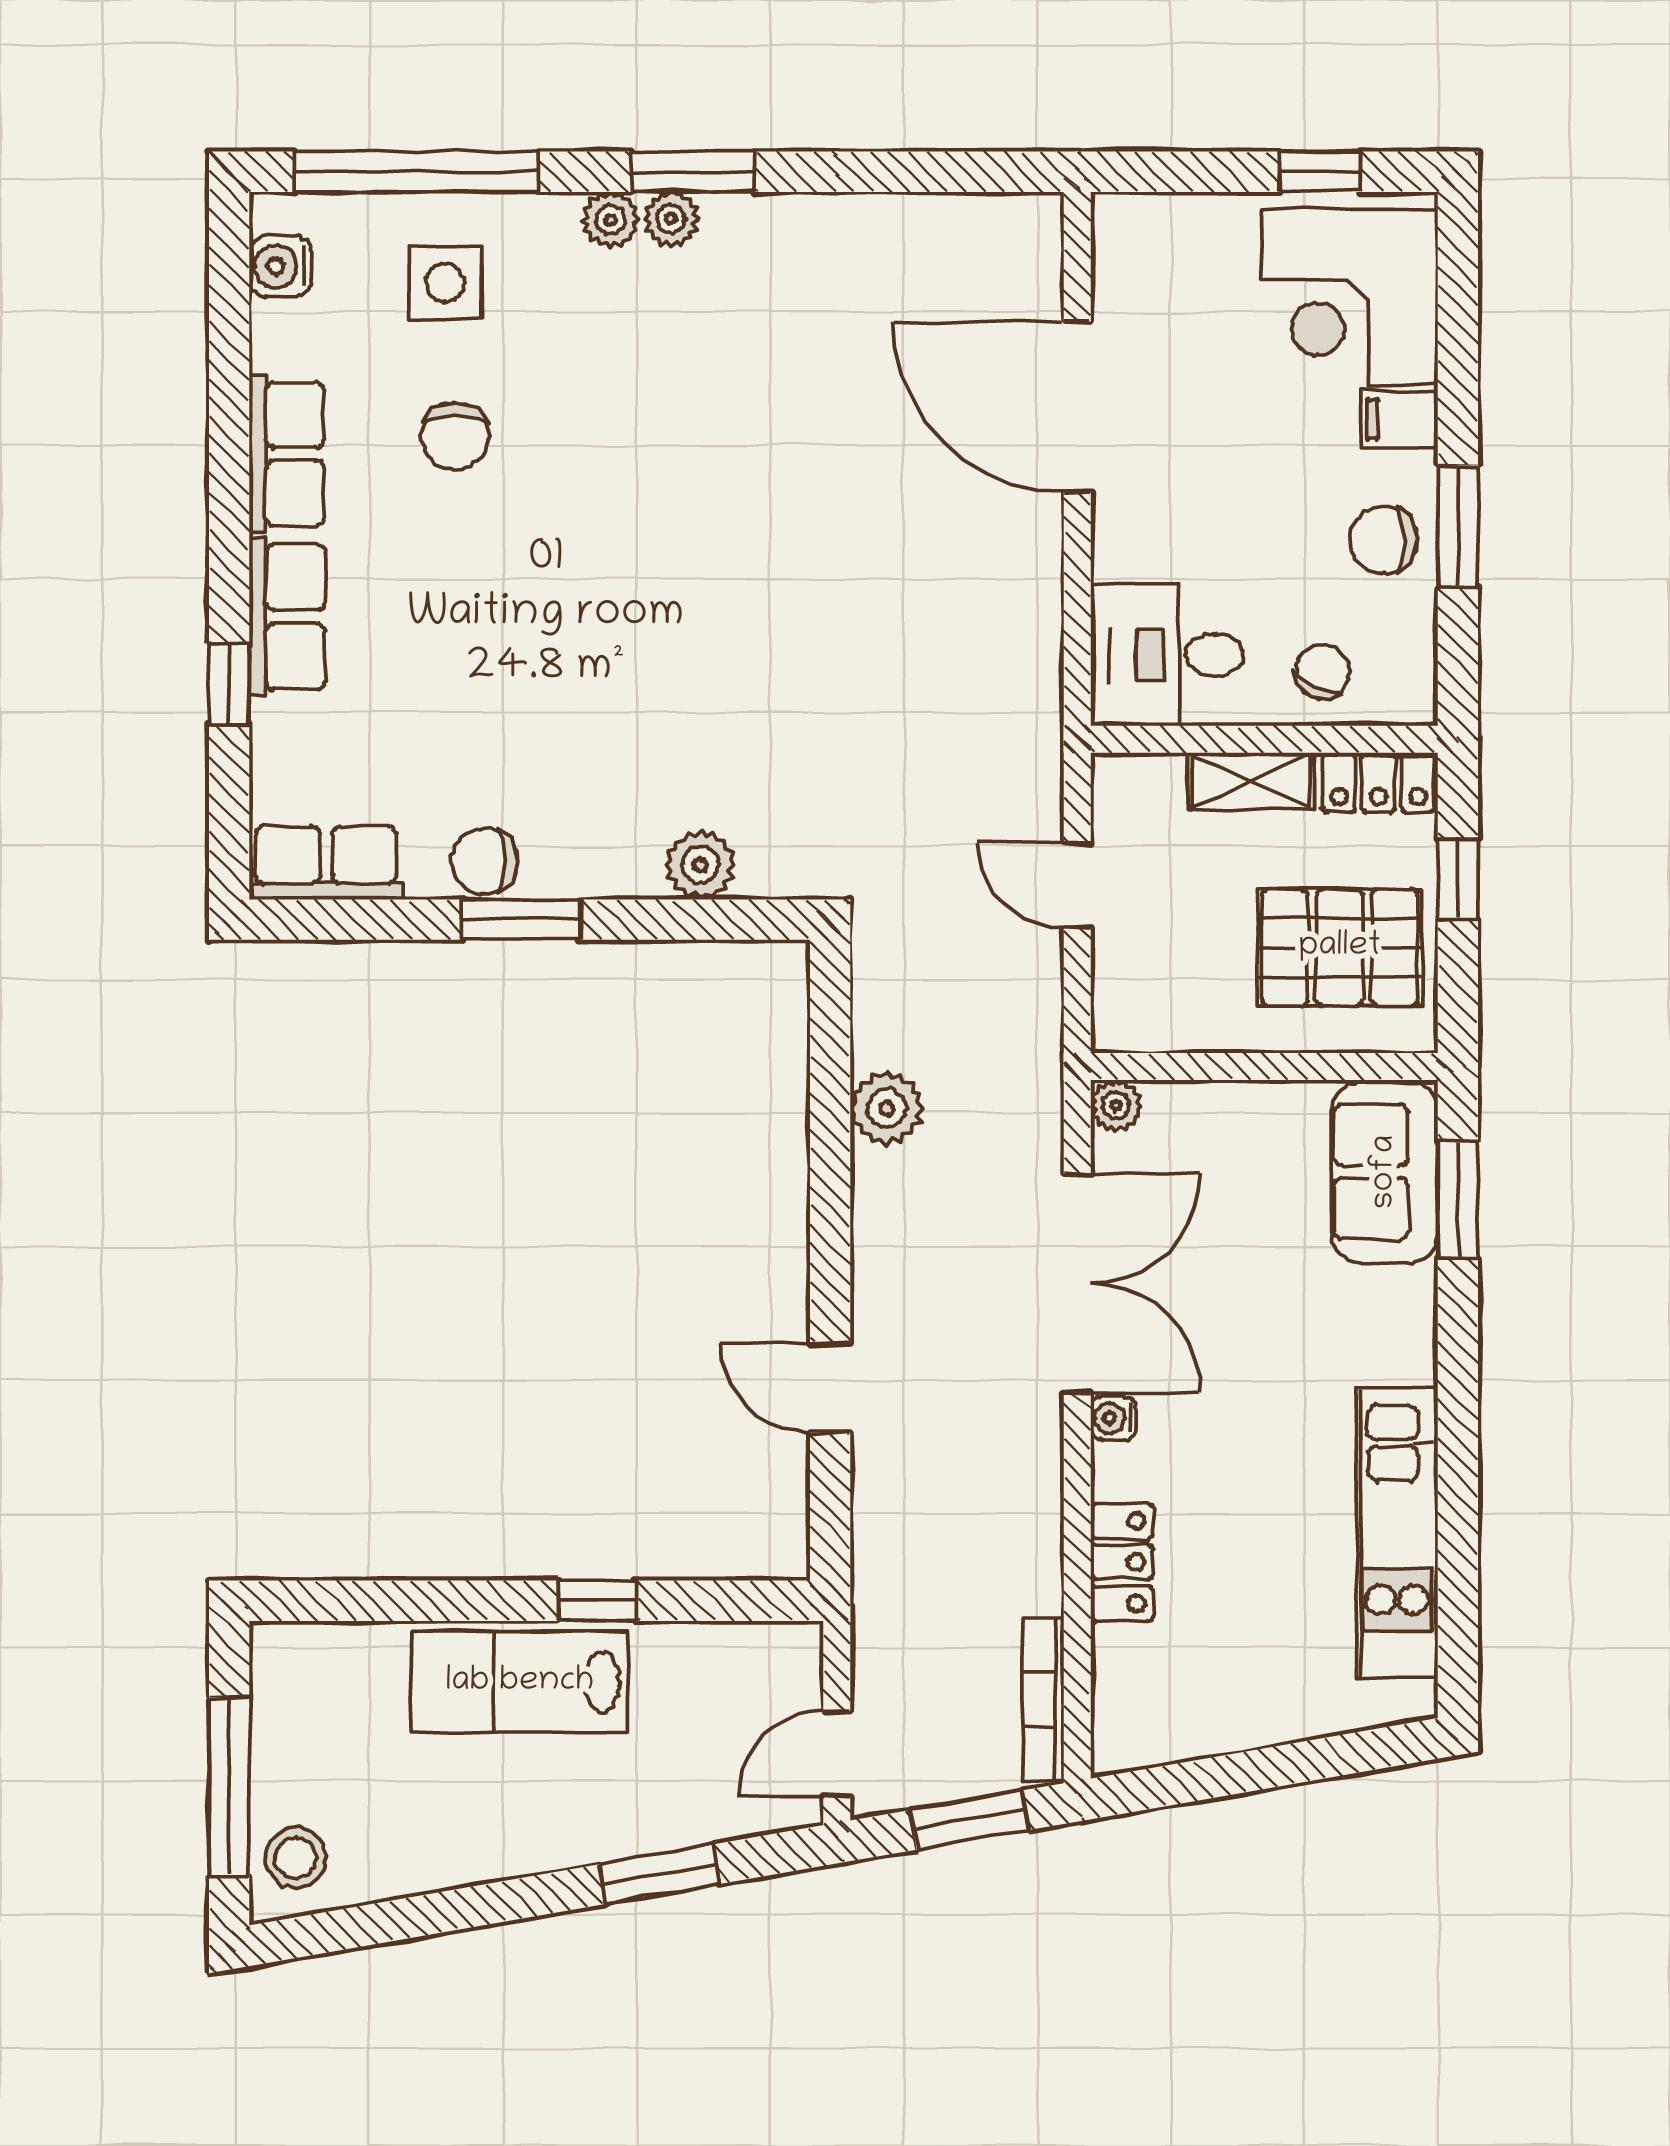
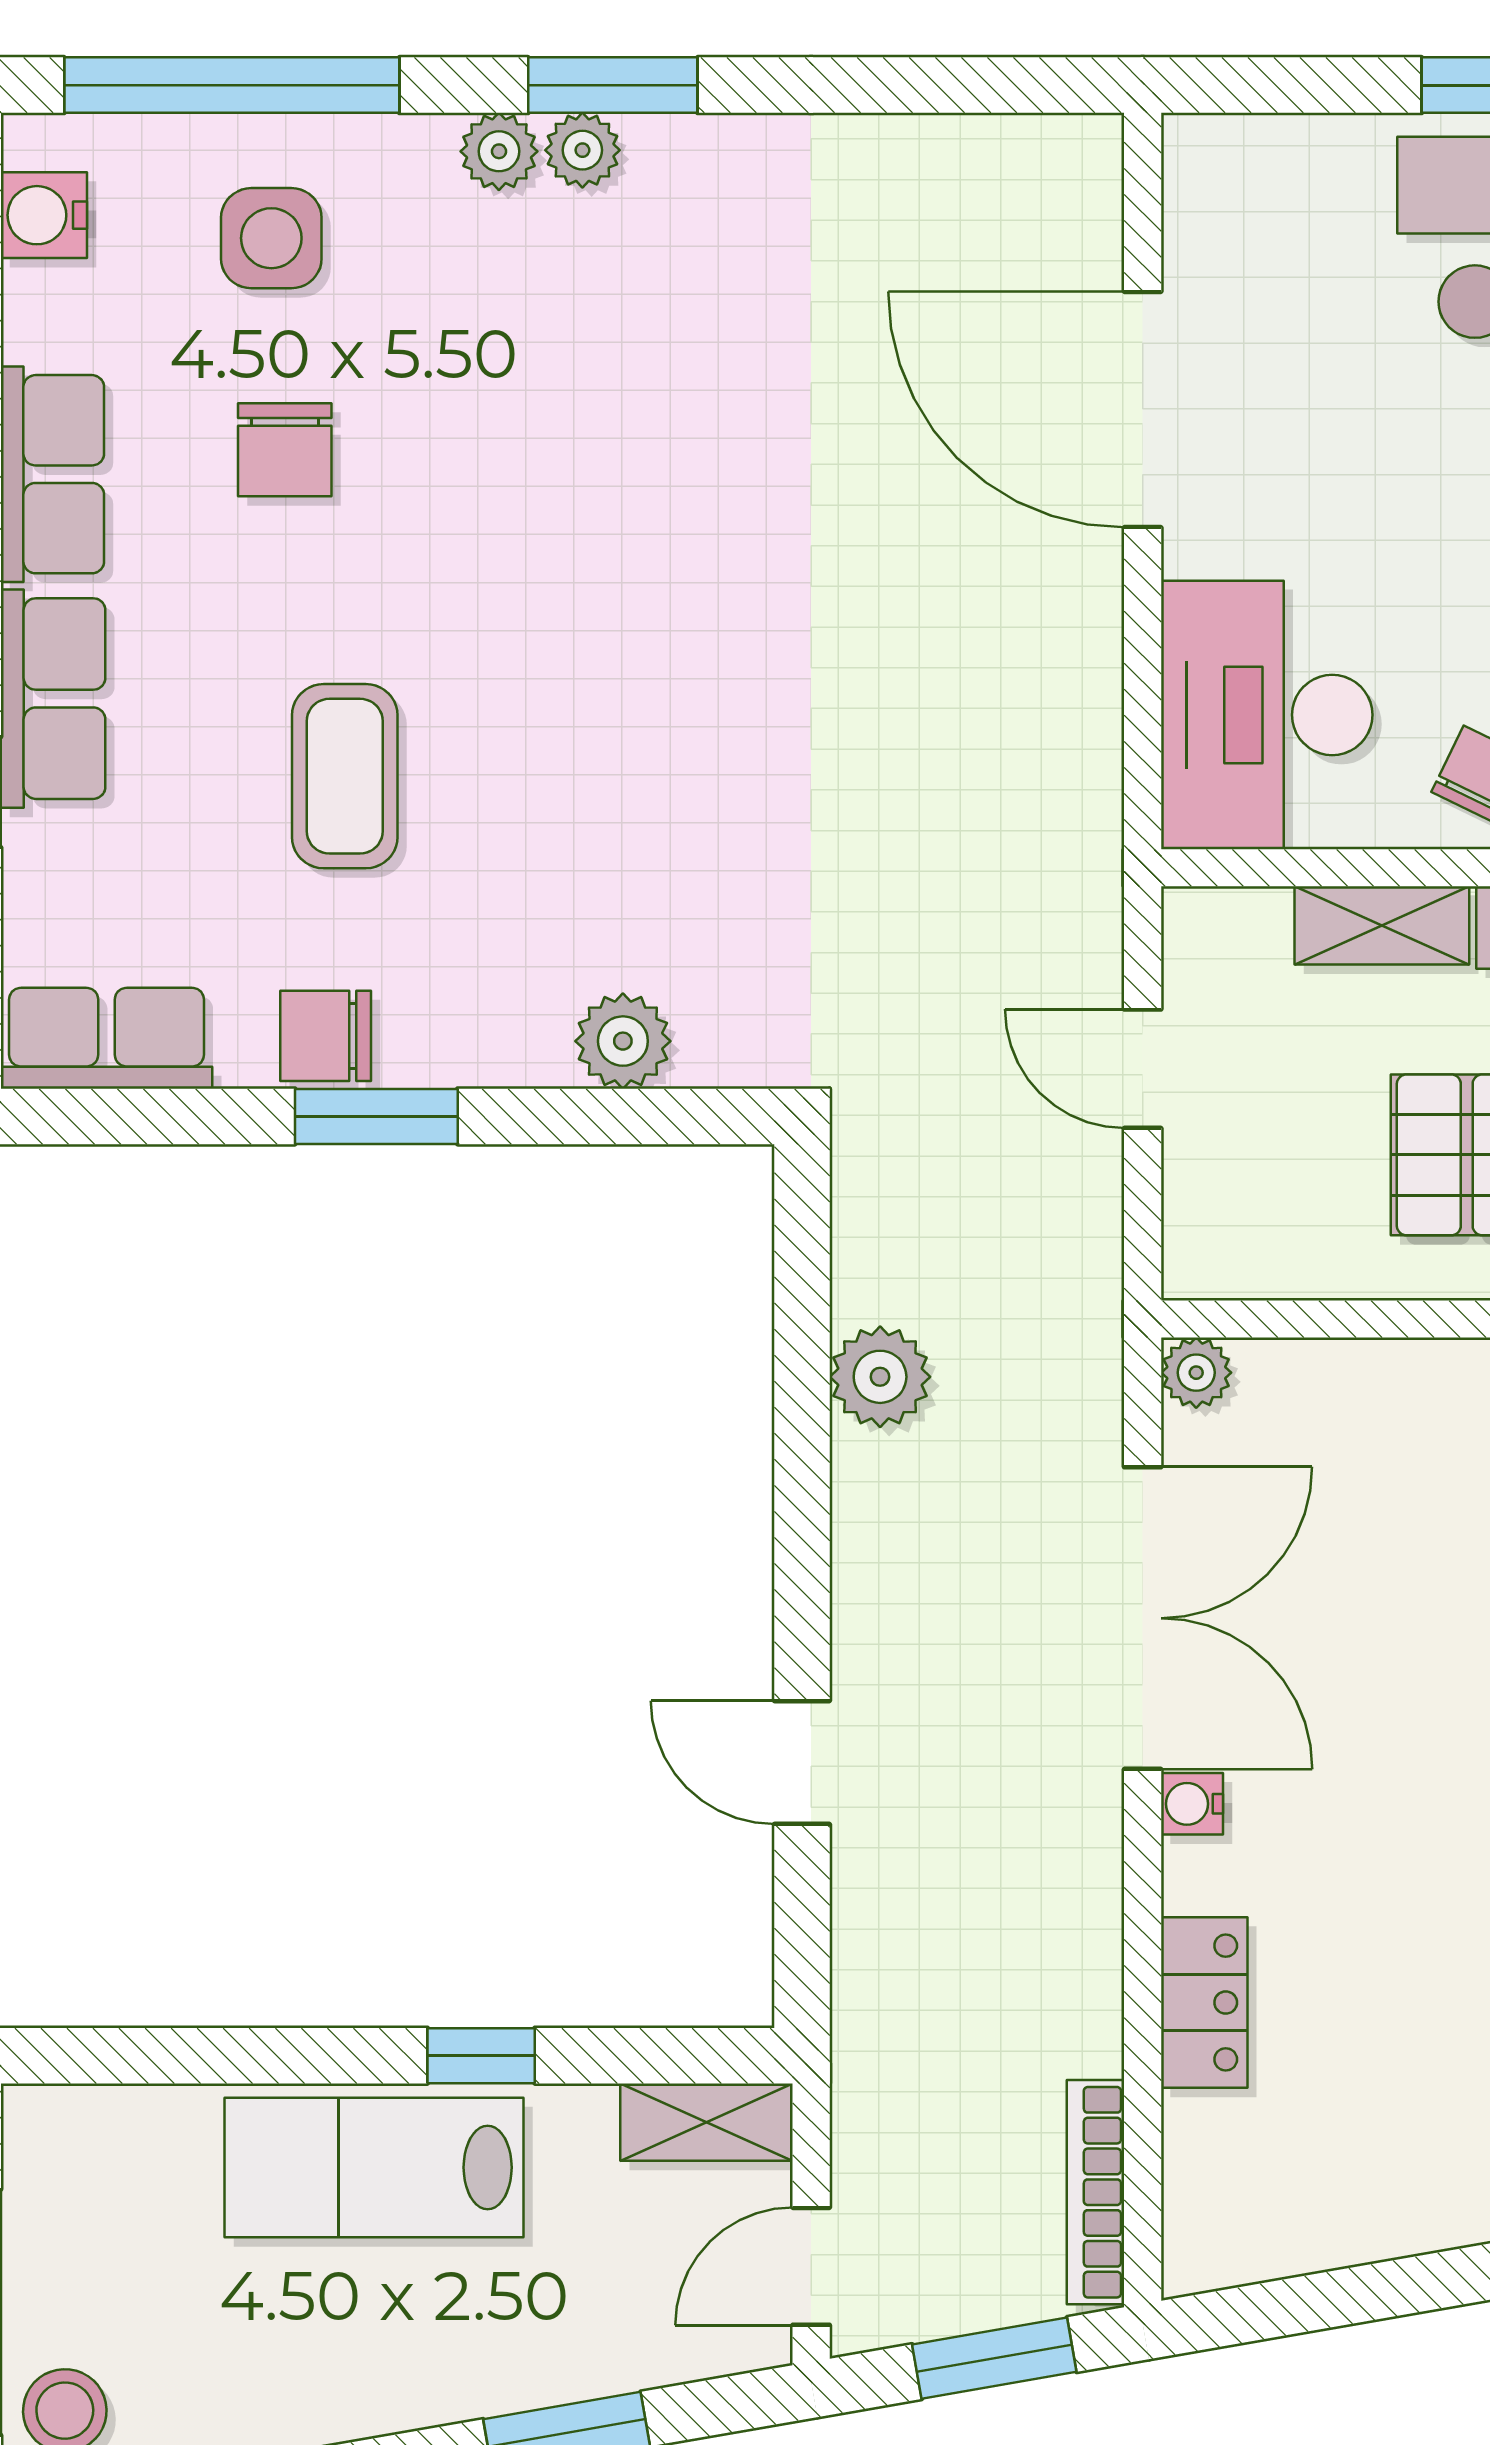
desk: (1167, 655) -> (1267, 715), width x1.37
coffee table: (499, 673) -> (345, 776), added
shelving: (761, 1649) -> (707, 2122), added

